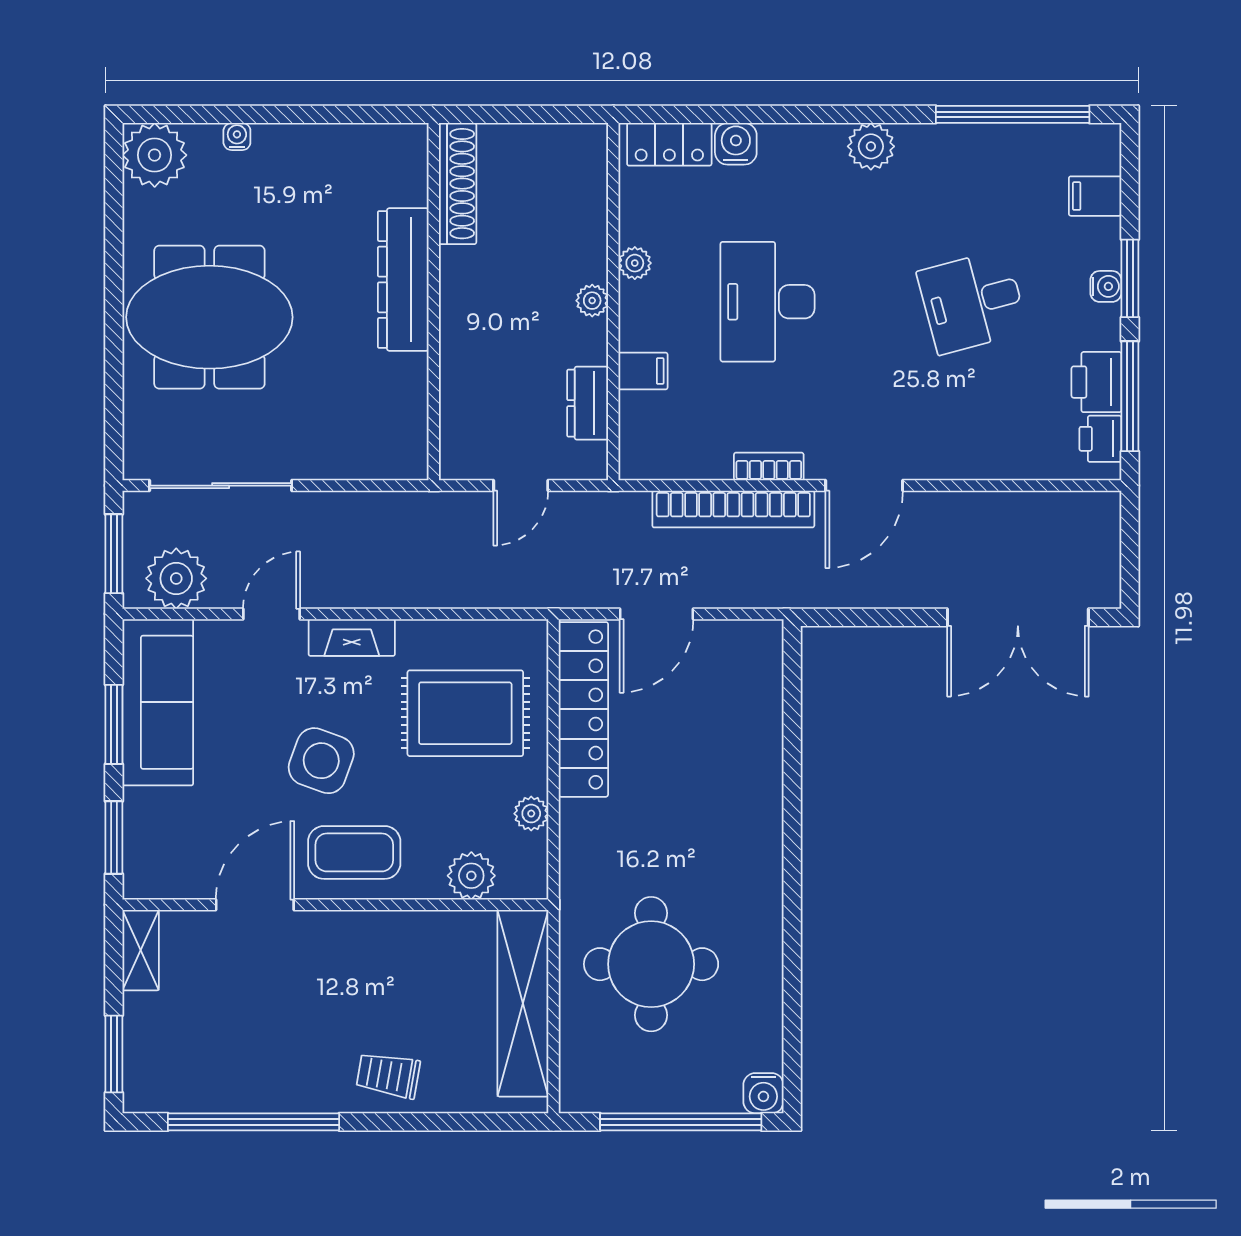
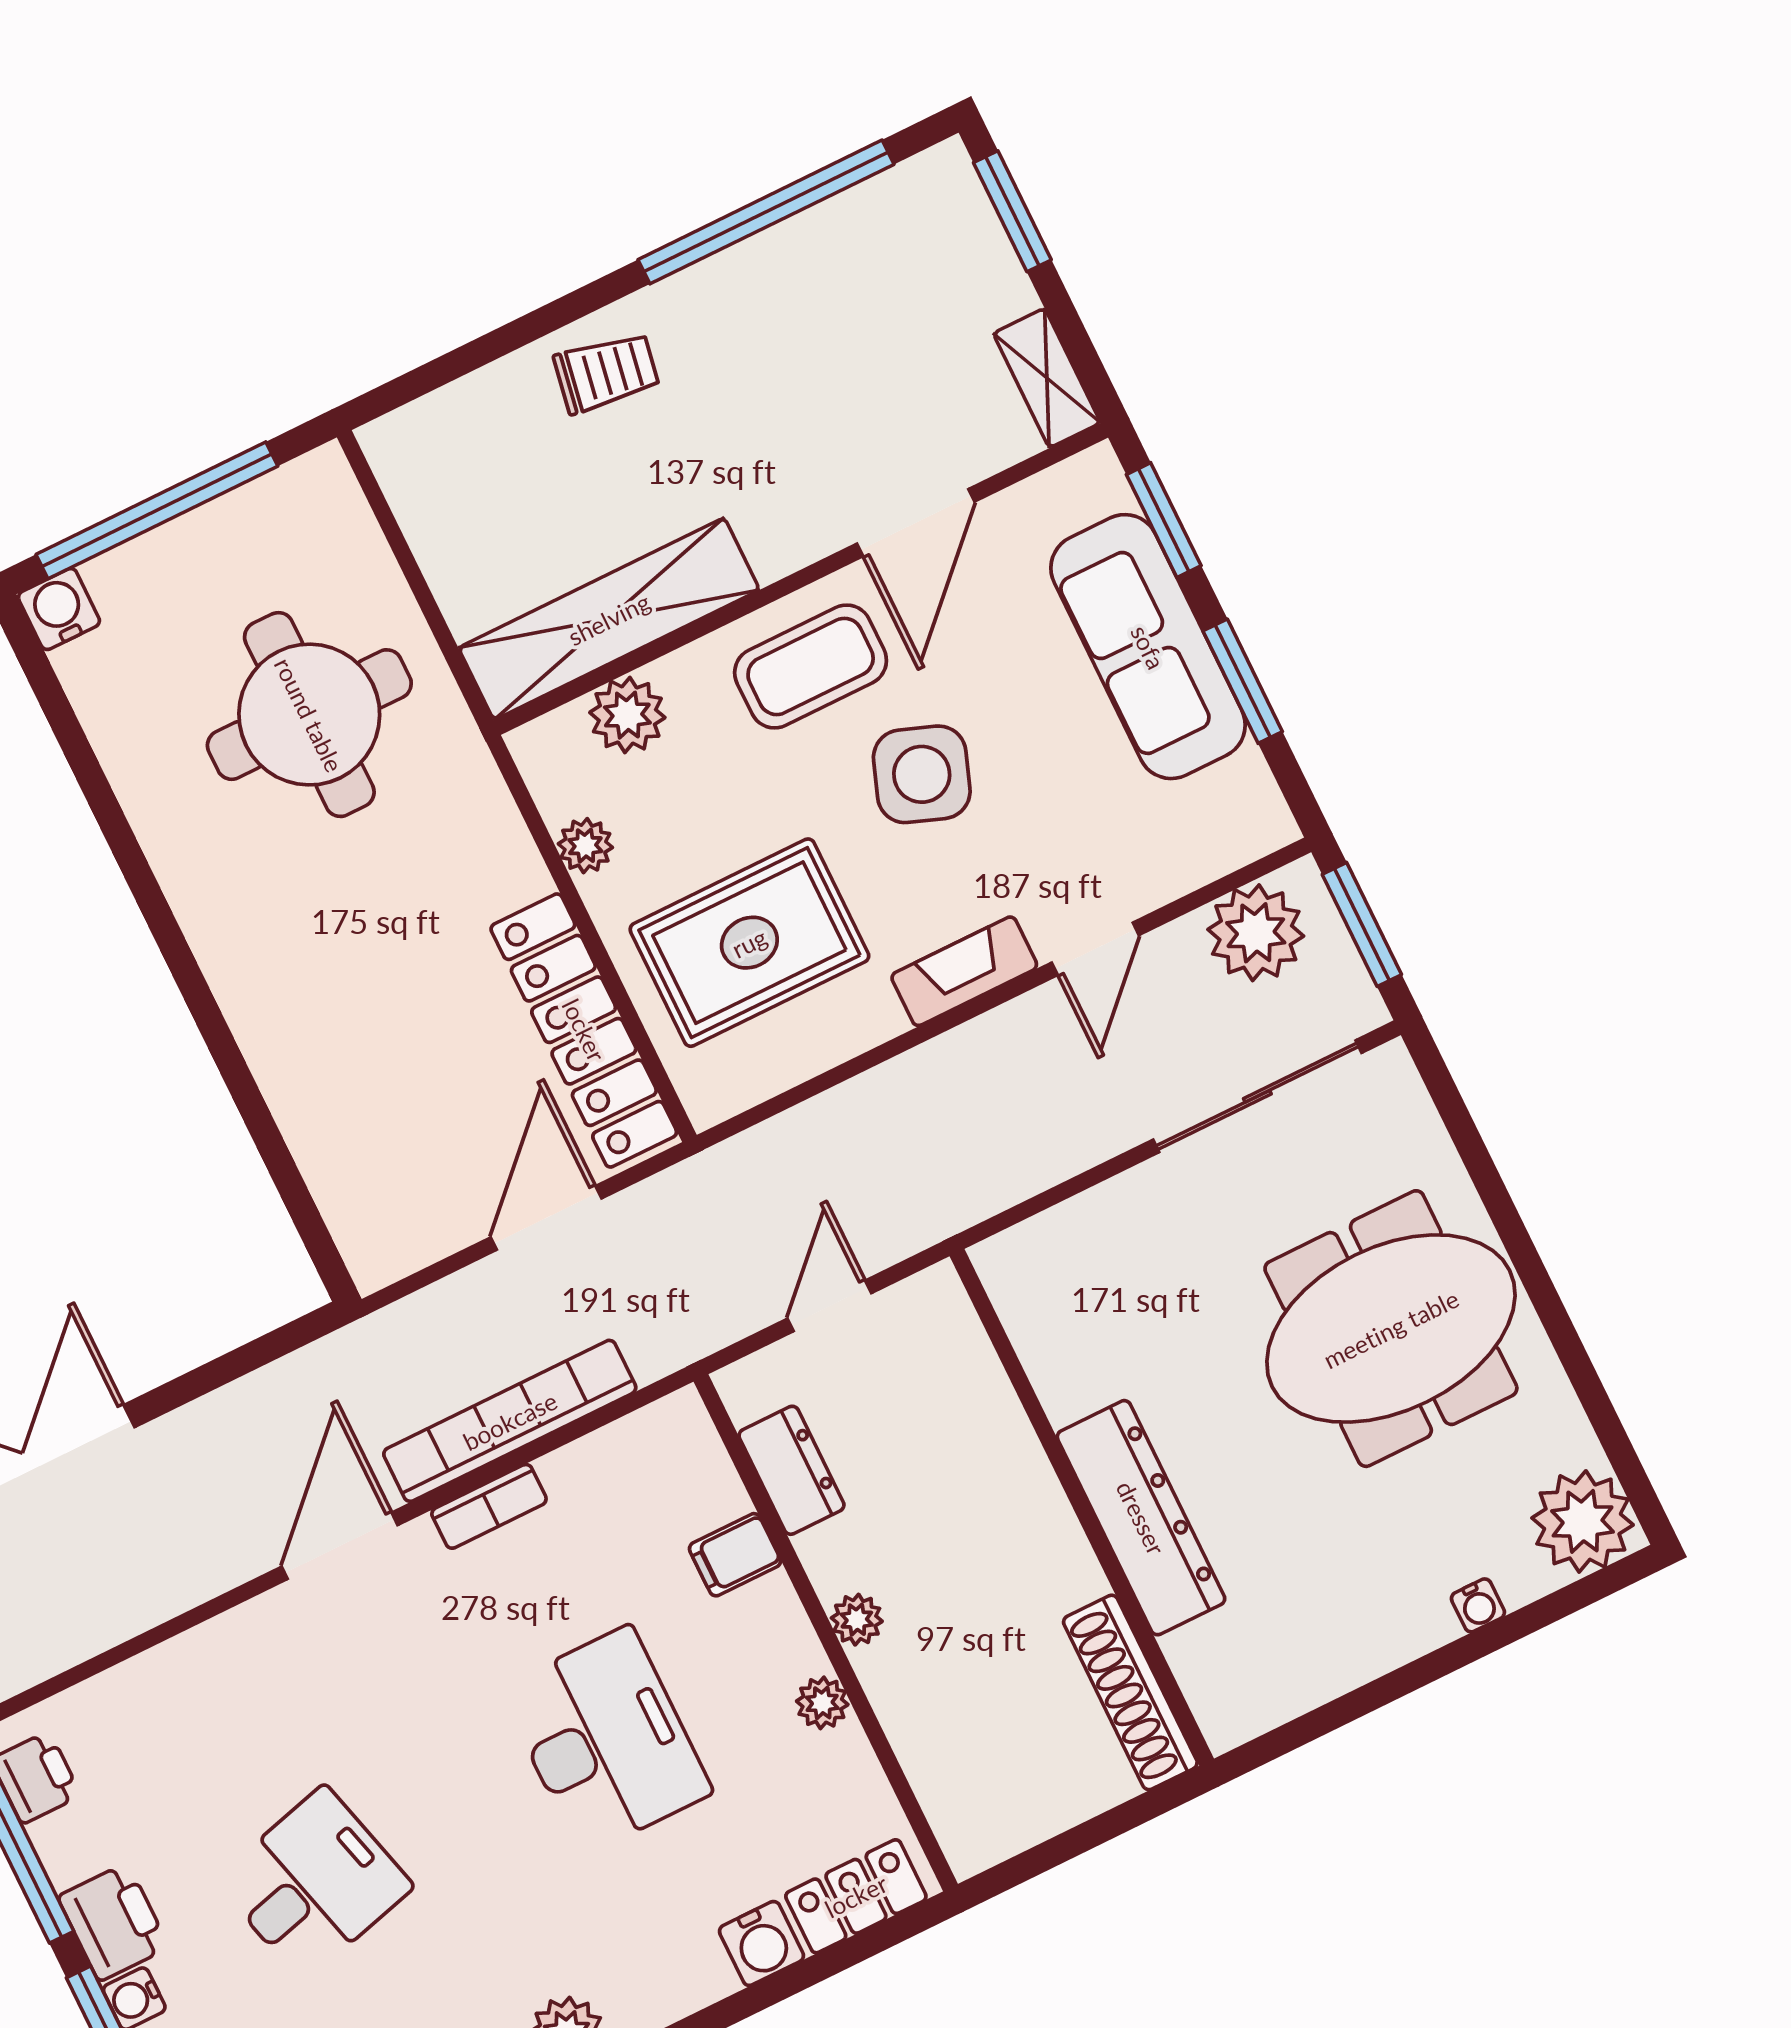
printer: (1096, 382) -> (113, 1922), moved
sofa: (158, 702) -> (1148, 647), moved
shelving: (523, 1003) -> (609, 619), moved, turned 90

